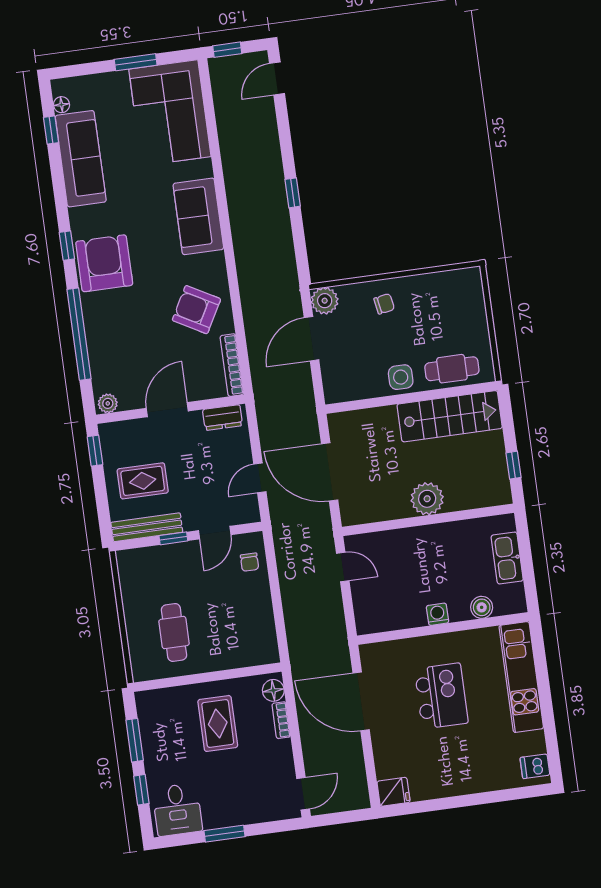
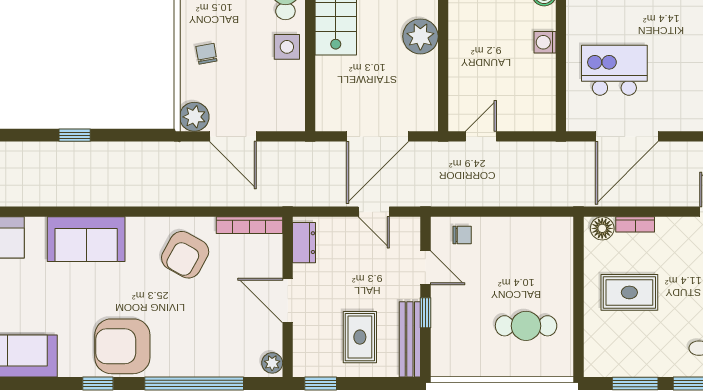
kitchen island: (441, 696) -> (614, 70), moved

